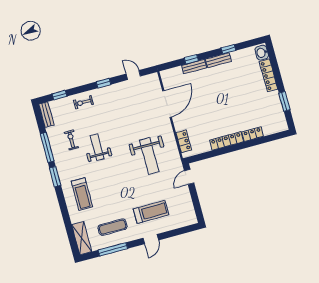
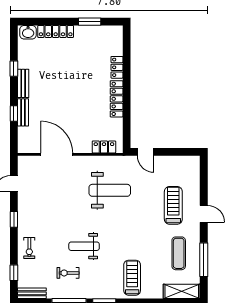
treadmill: (82, 194) -> (132, 278), turned -90

